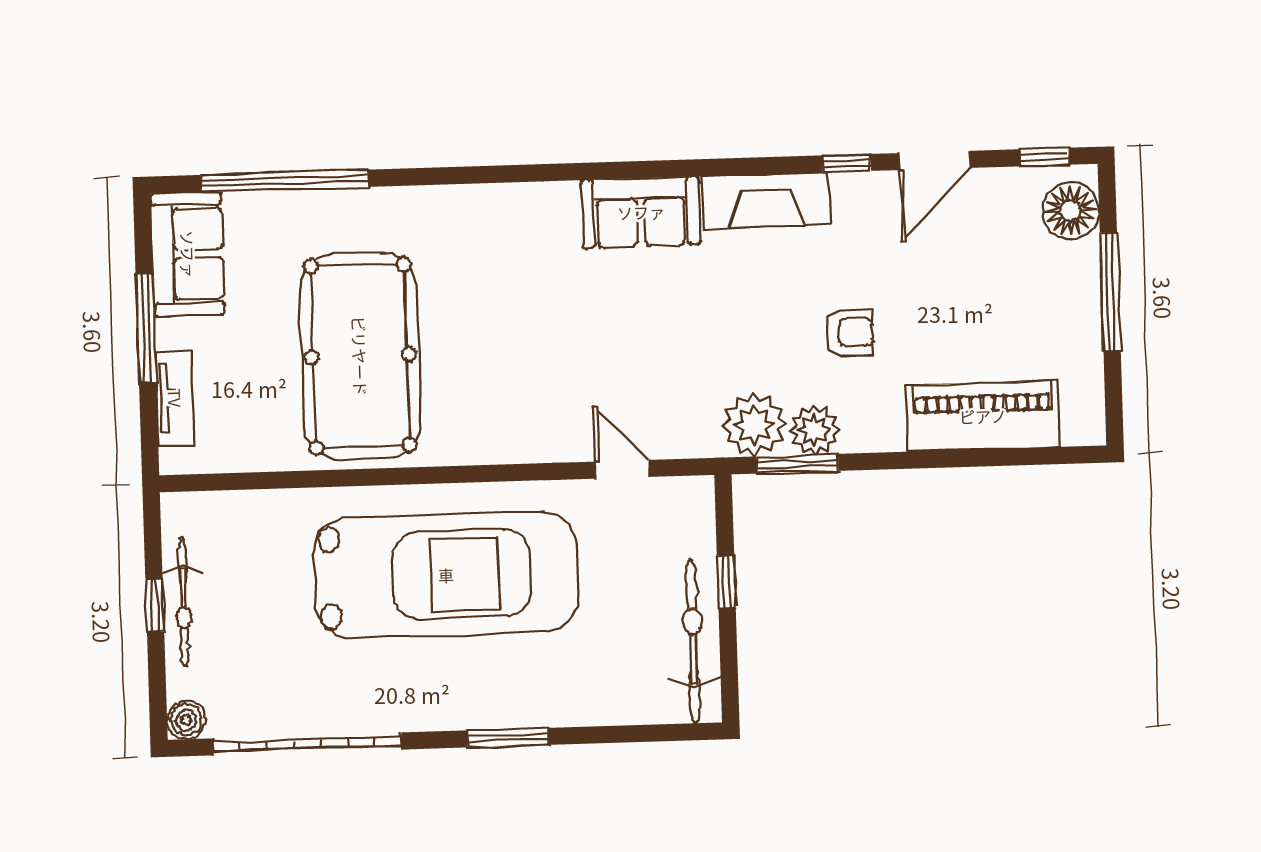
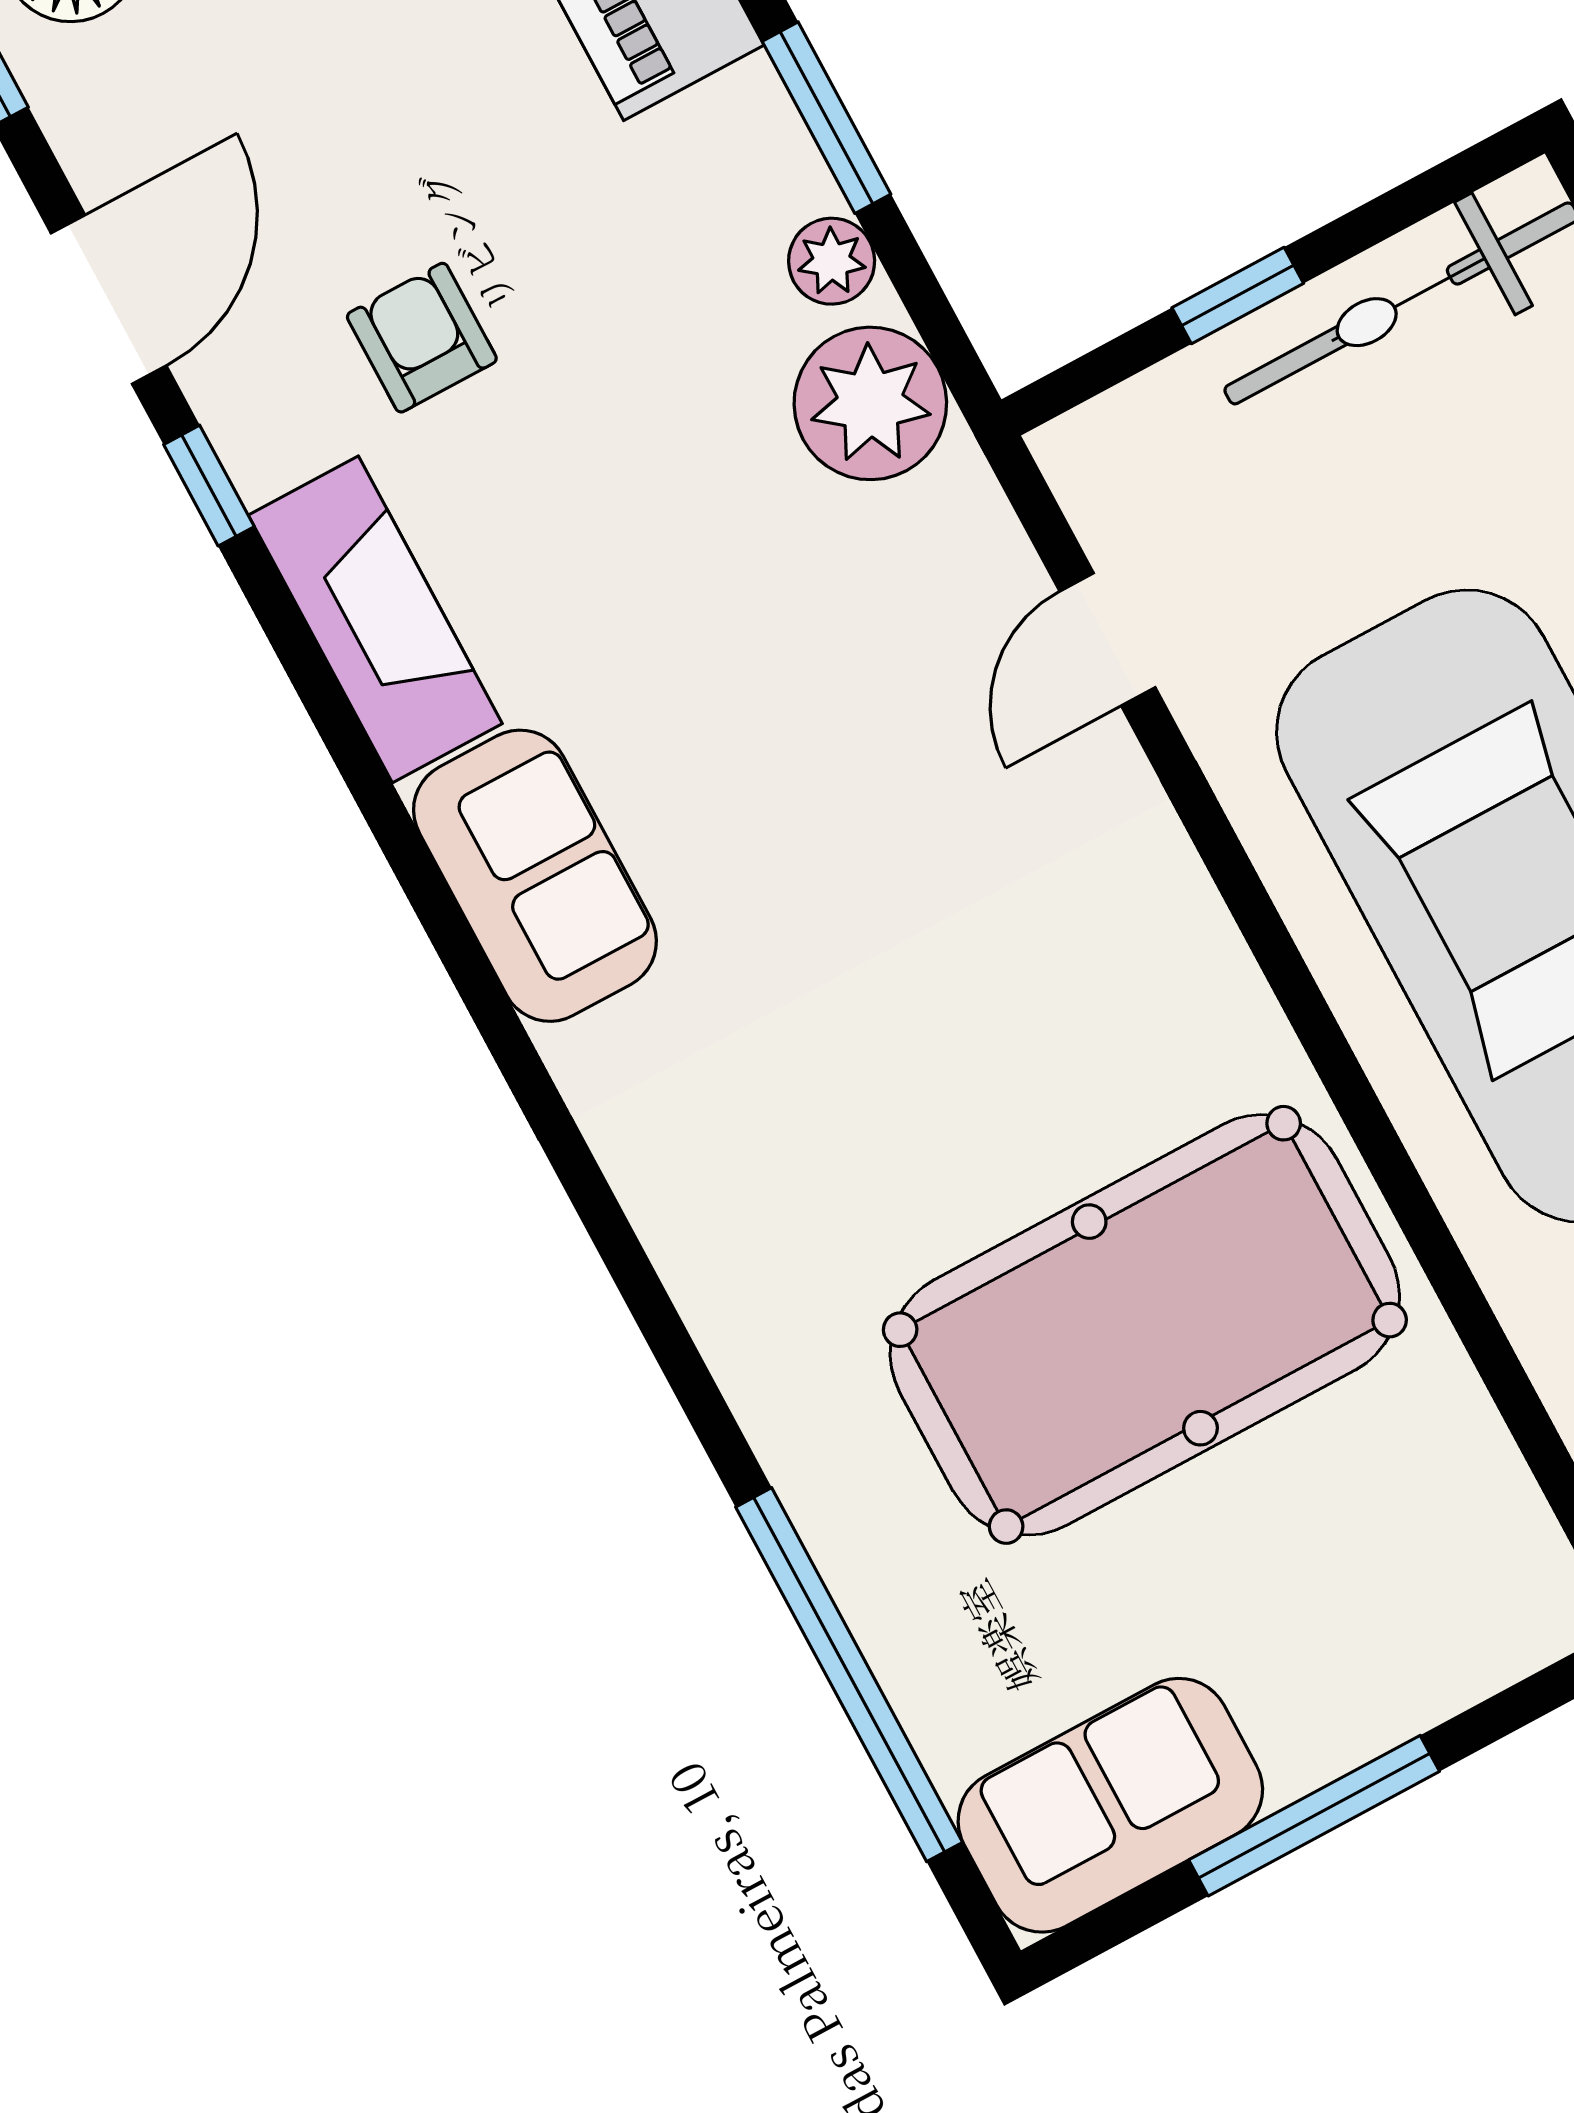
door: (934, 160) -> (109, 299), hinge flipped
armchair: (849, 332) -> (422, 338), moved
tv unit: (175, 398) -> (1435, 1678), removed
plant: (814, 430) -> (832, 261), width x0.73, depth x0.73
window: (798, 464) -> (826, 118), moved

